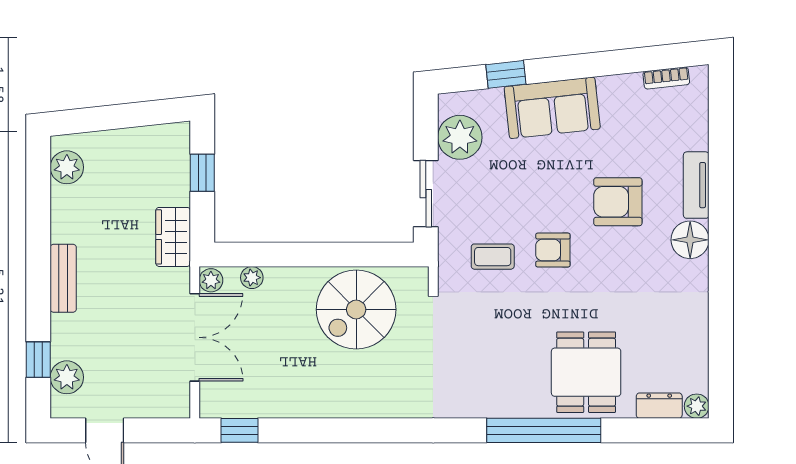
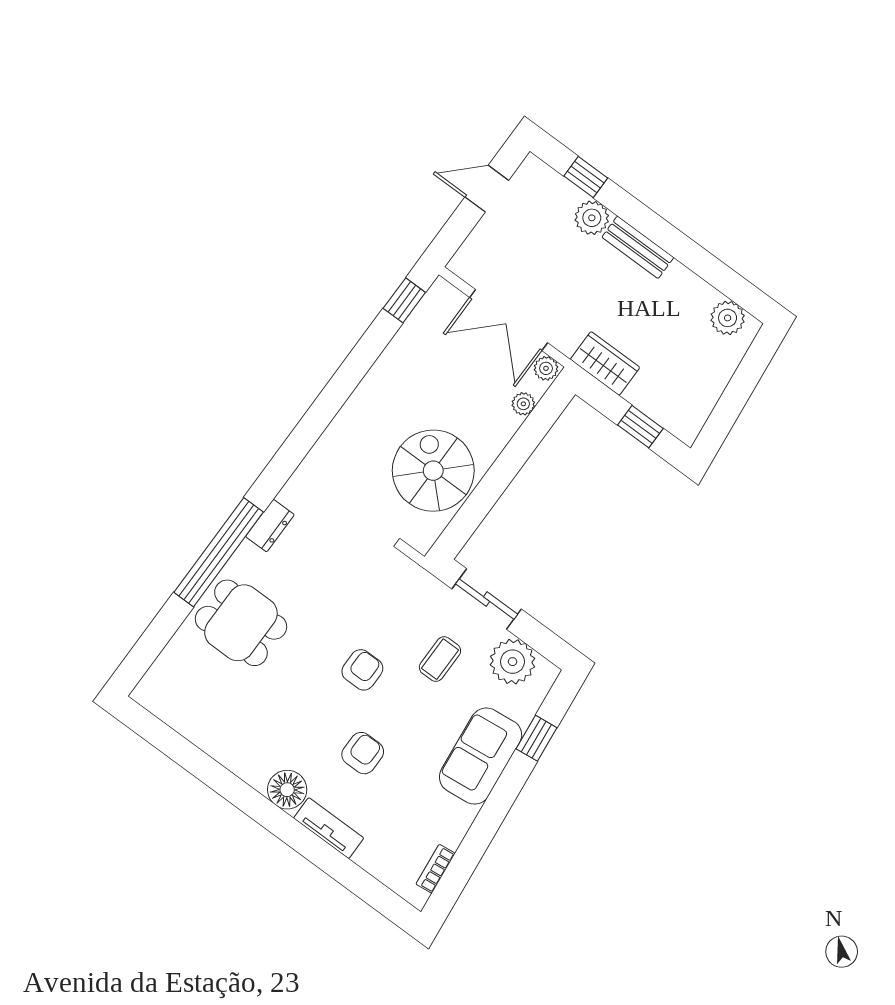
armchair: (618, 202) -> (363, 753), width x0.72, depth x0.72
coffee table: (493, 257) -> (440, 659), moved
plant: (67, 377) -> (592, 218), moved
dresser: (659, 406) -> (270, 526), moved
plant: (697, 406) -> (145, 694), removed

